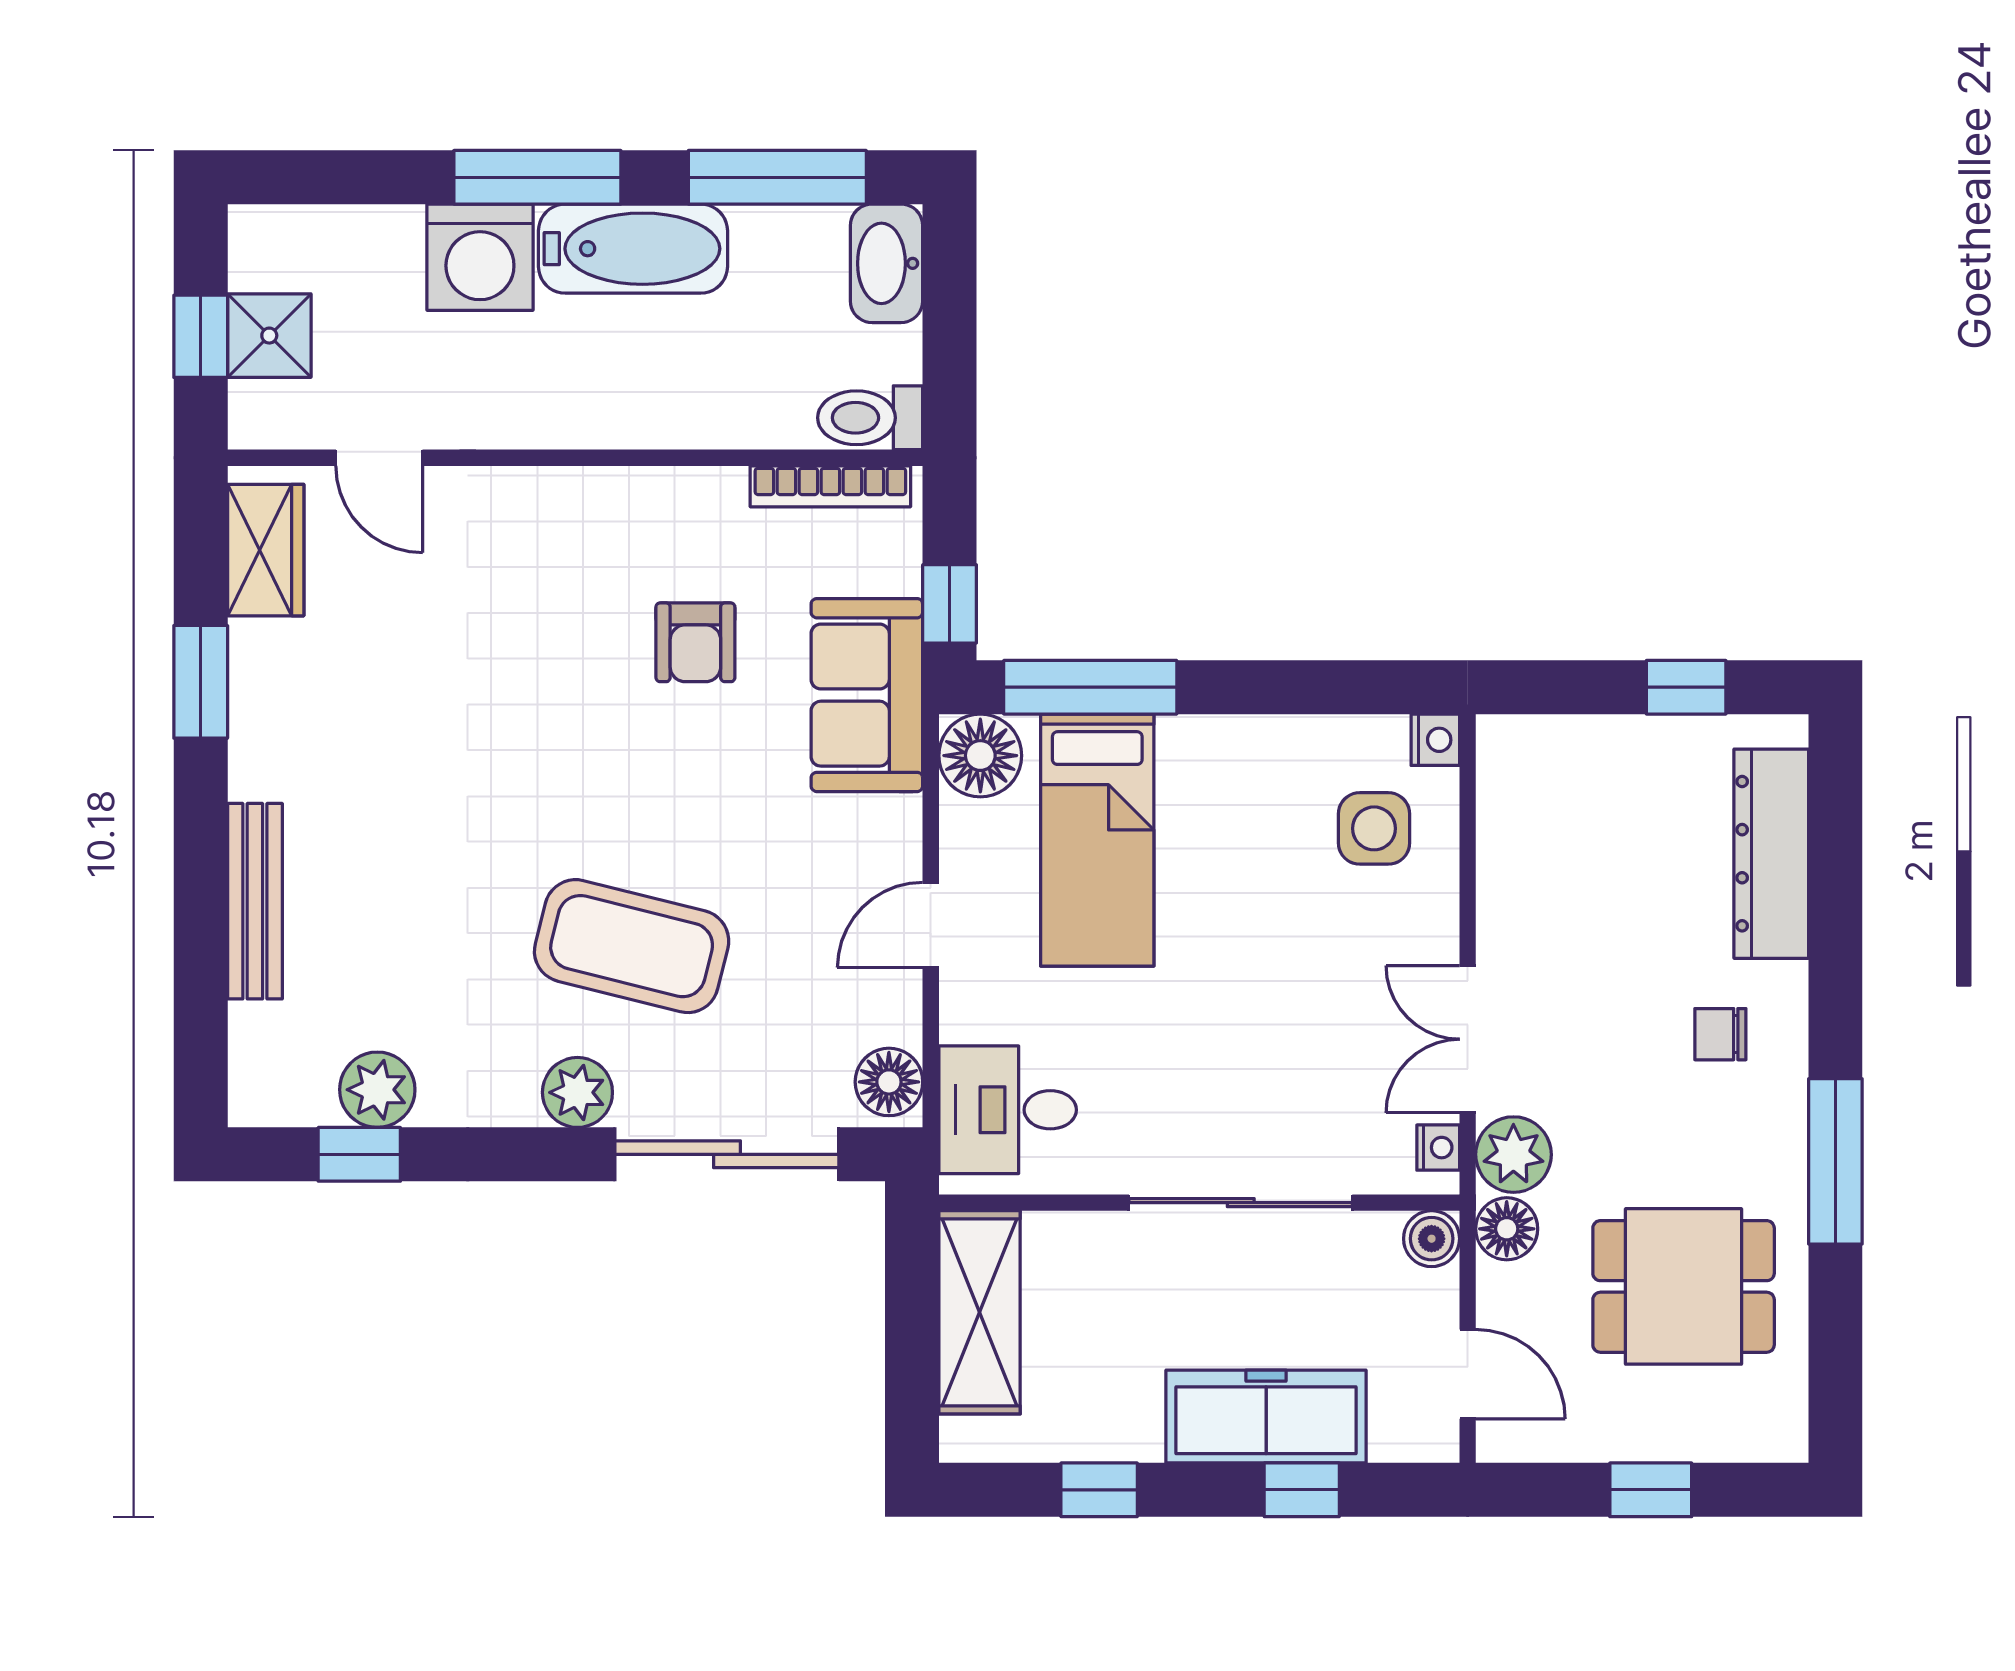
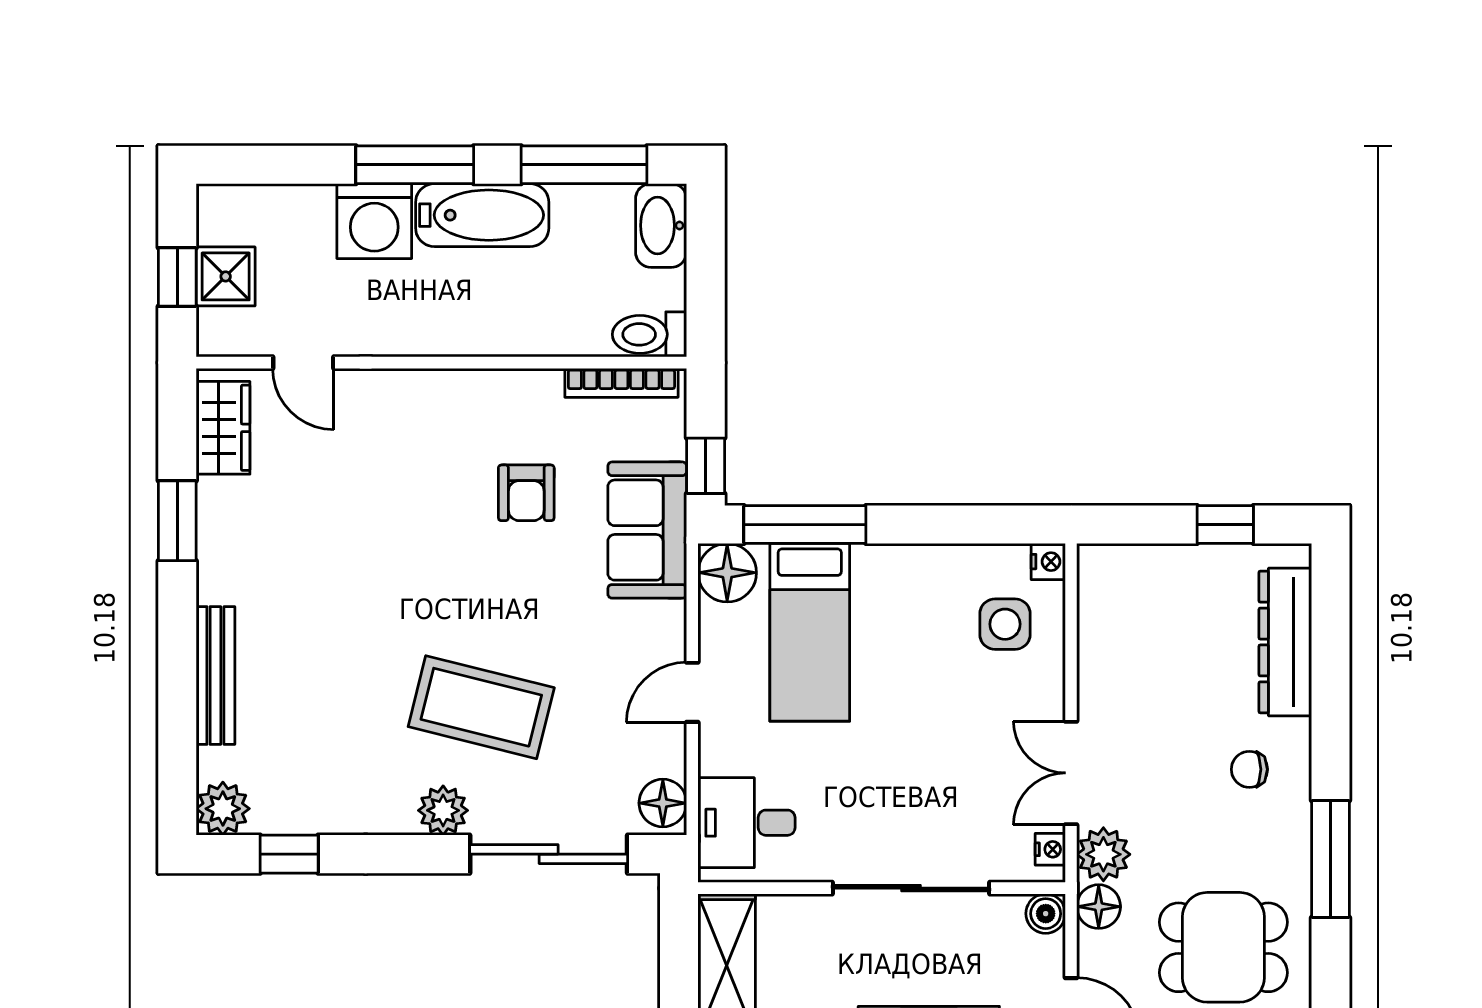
plant: (377, 1090) -> (223, 809), moved

